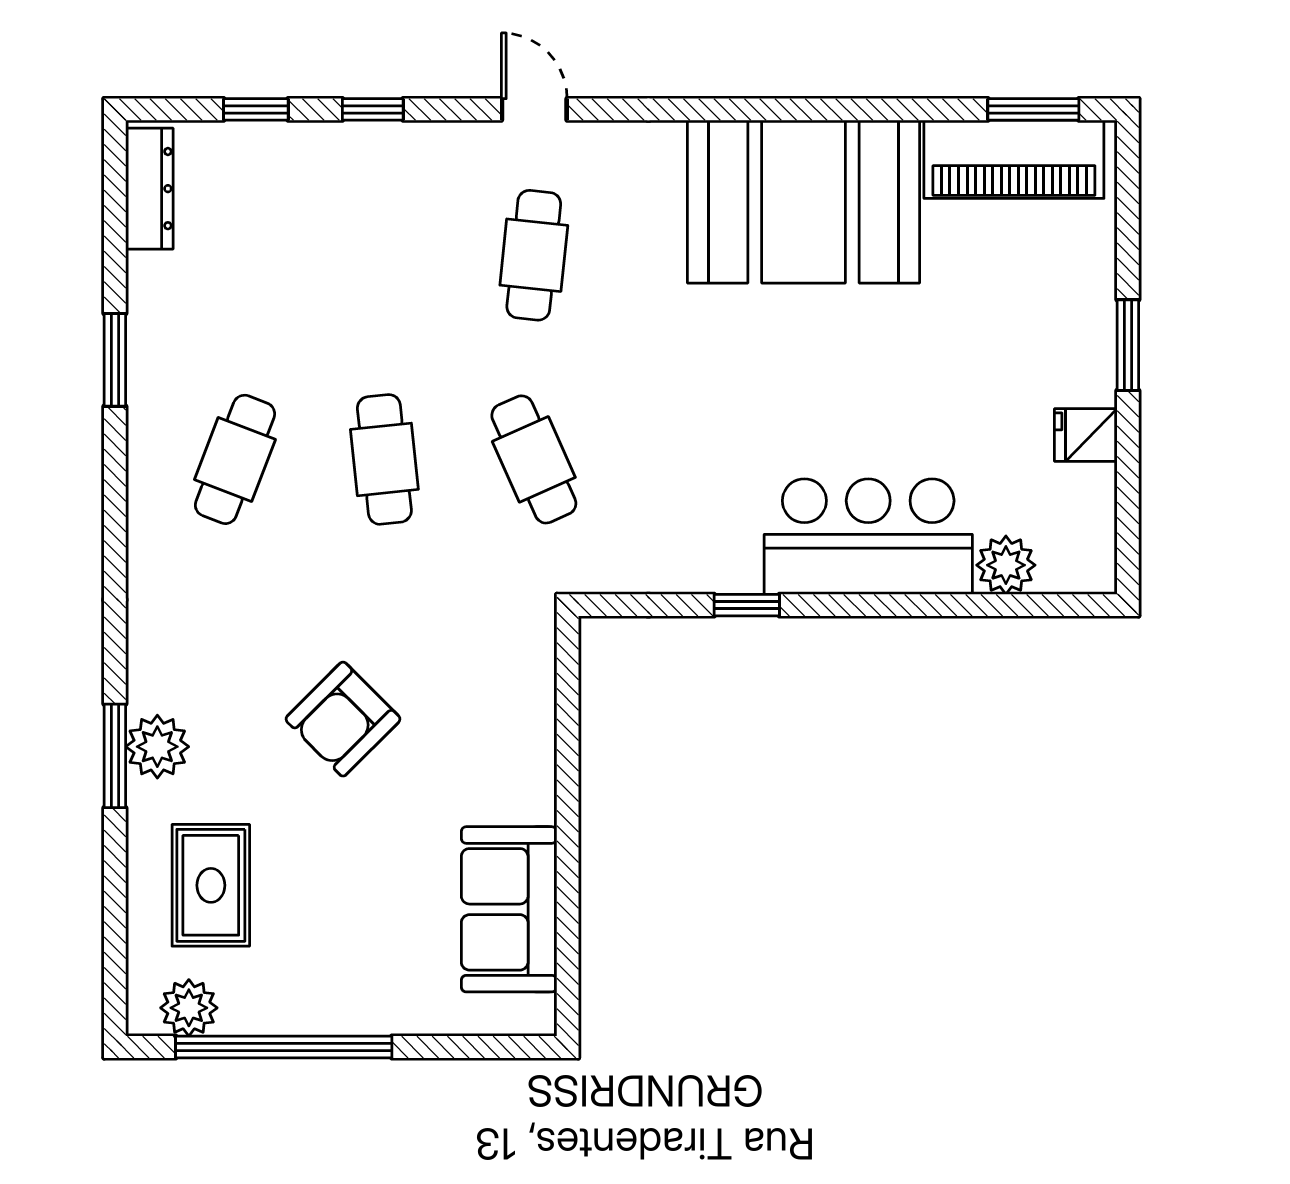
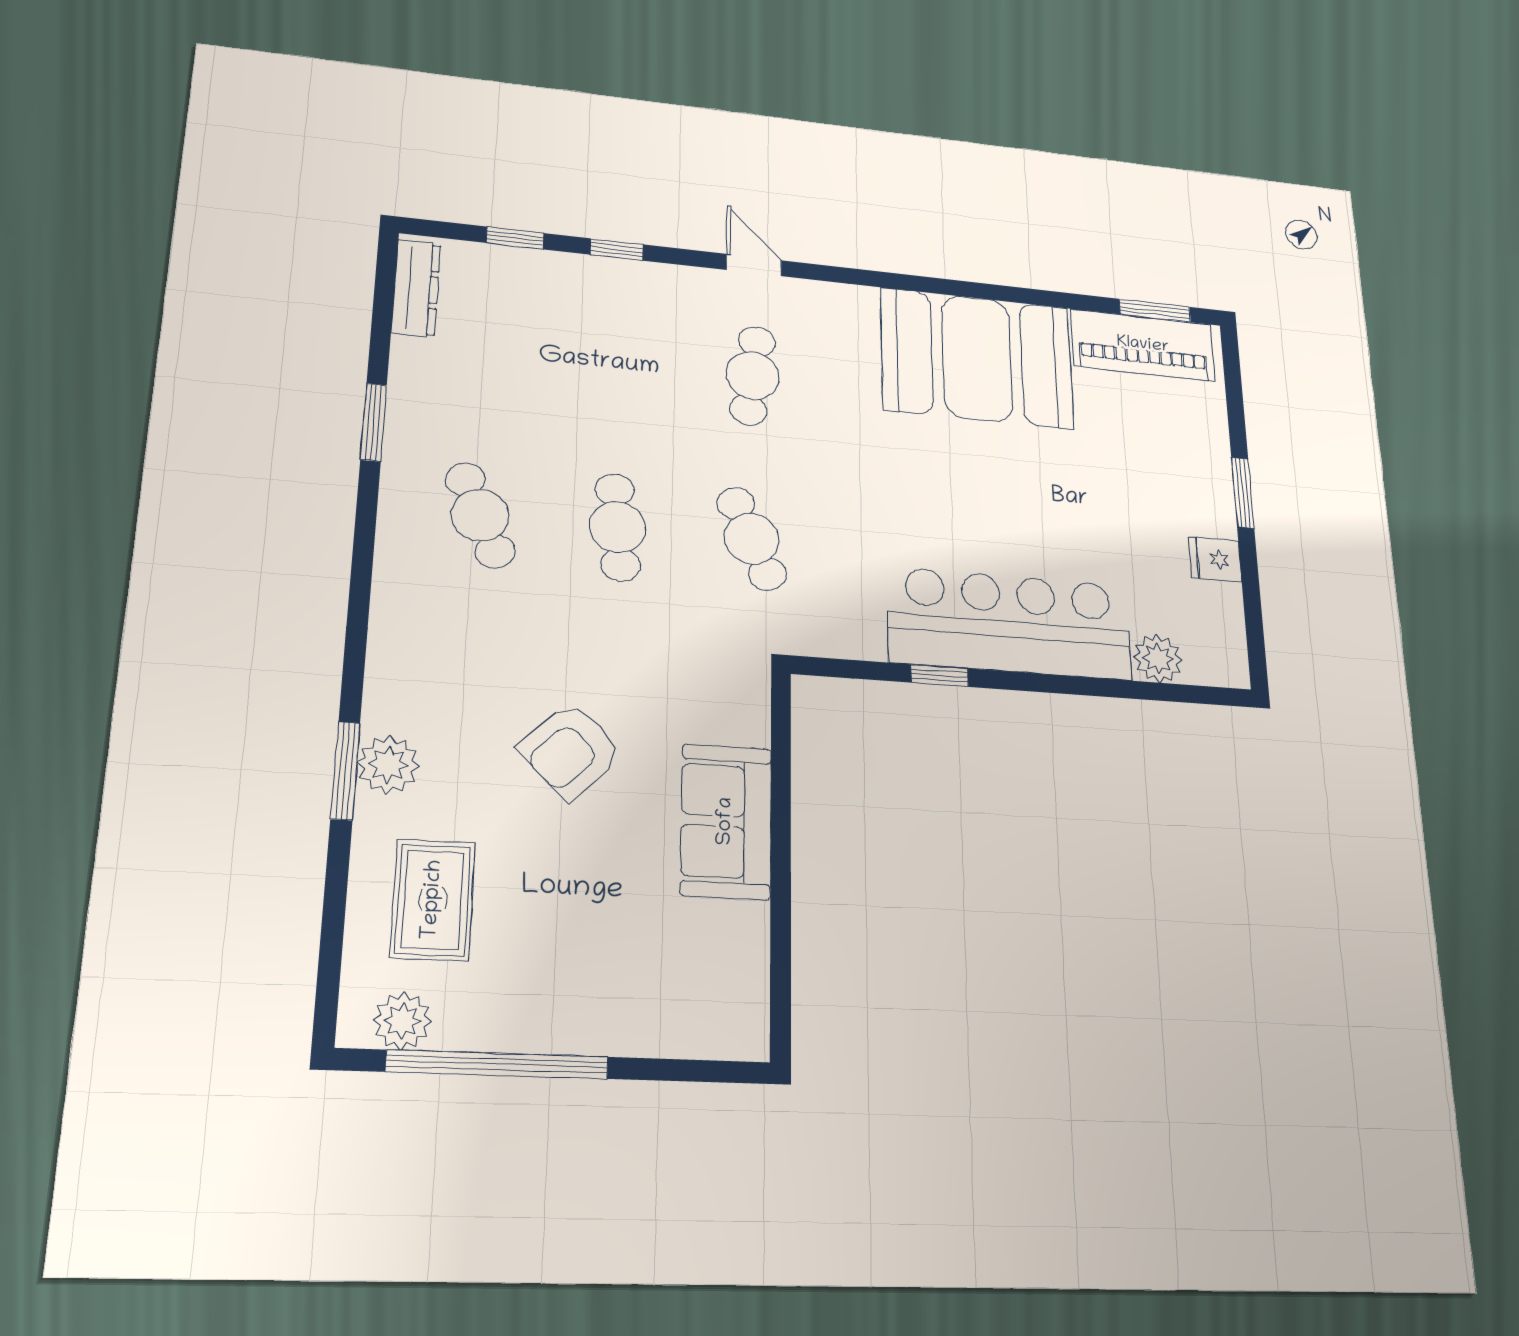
cafe table: (235, 459) -> (480, 515), turned -45
bar counter: (868, 537) -> (1010, 624), width x1.36
sofa: (509, 909) -> (726, 821), moved

